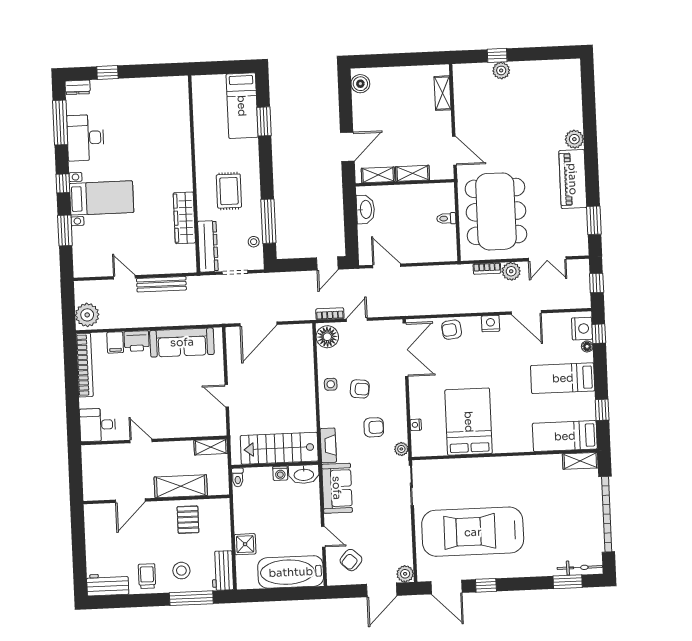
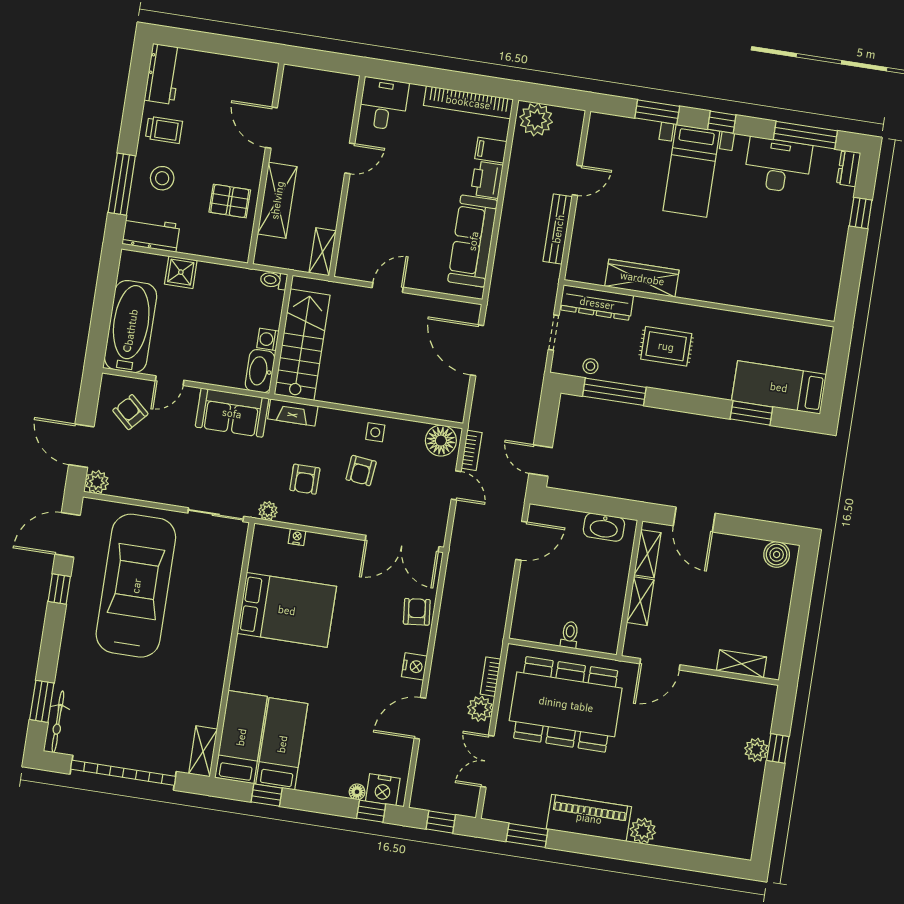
bed: (563, 378) -> (282, 744), moved

